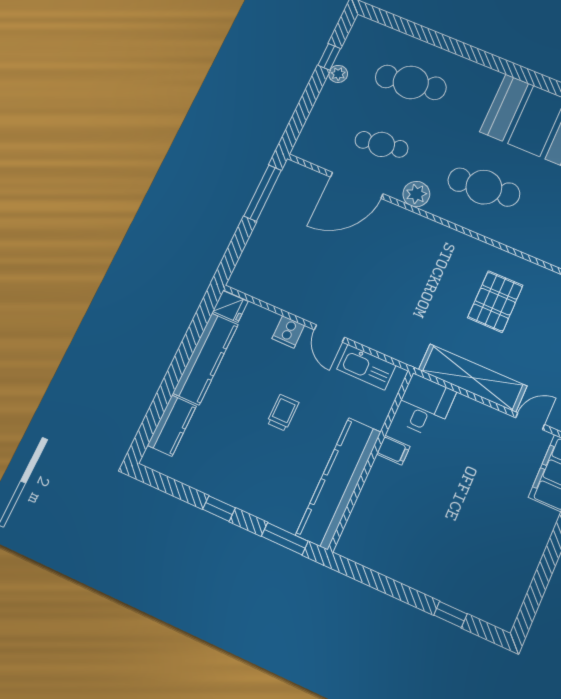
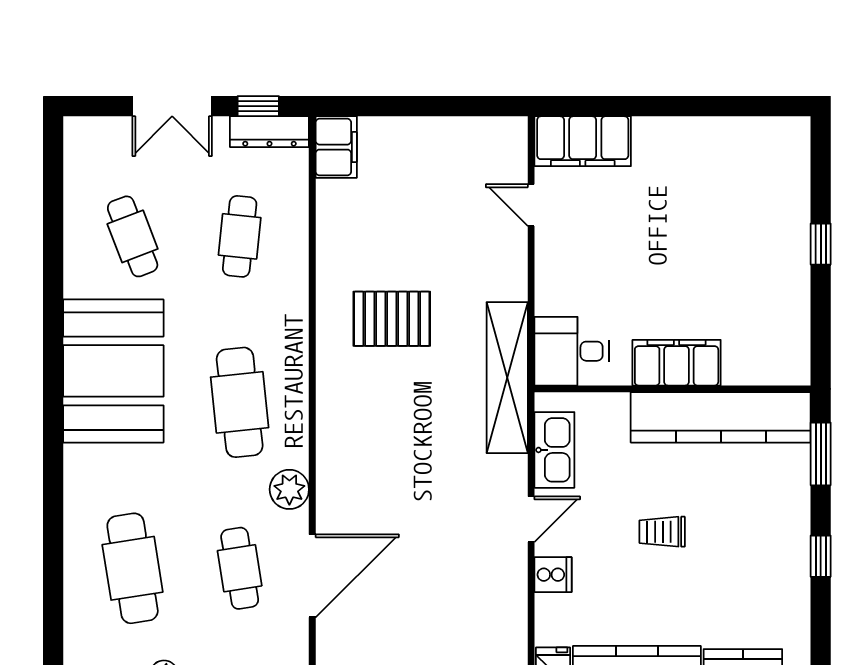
door: (357, 185) -> (312, 576), hinge flipped
shelving: (473, 378) -> (507, 378), moved
filing cabinet: (393, 450) -> (677, 363), width x3.00, depth x1.17
window: (450, 615) -> (821, 244), moved

